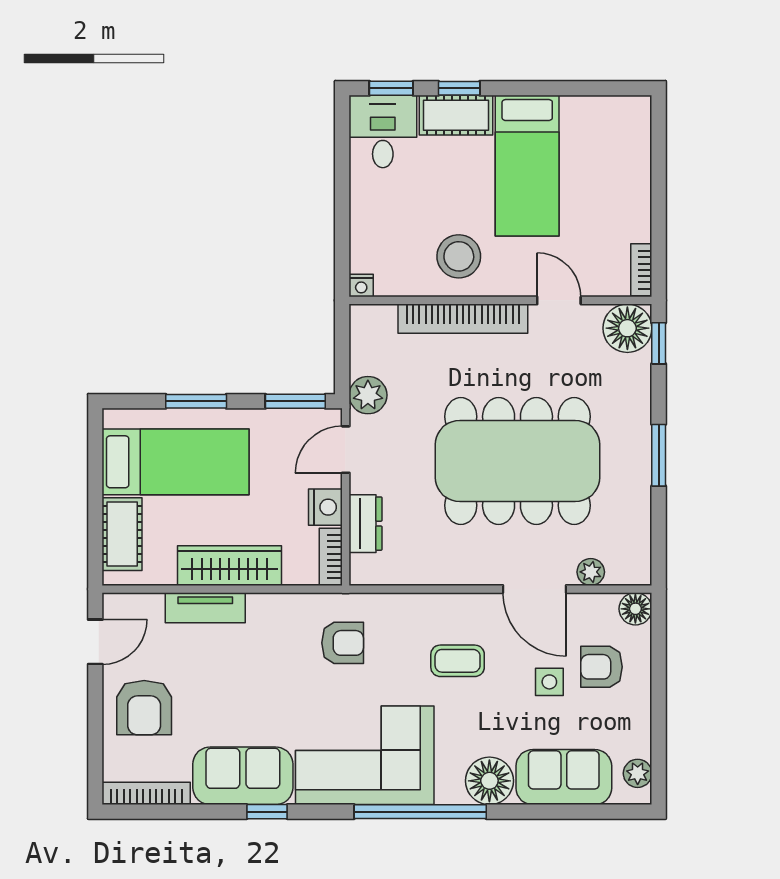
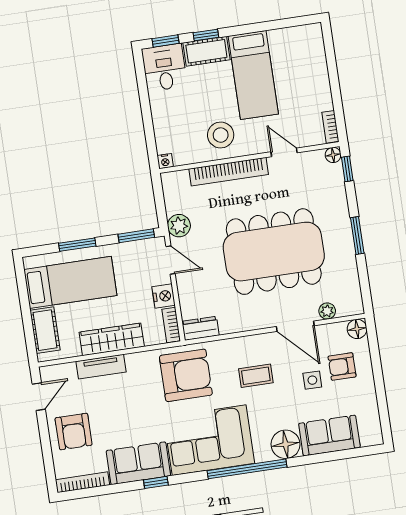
floor lamp: (627, 328) -> (333, 155), width x0.53, depth x0.53
door: (346, 450) -> (171, 260), swing flipped
dresser: (365, 524) -> (200, 328), moved, turned -90
armchair: (343, 643) -> (186, 375), width x1.88, depth x1.88
plant: (638, 773) -> (373, 427), removed

